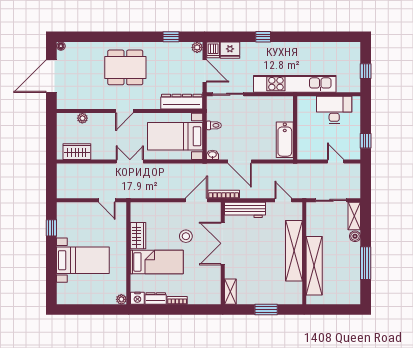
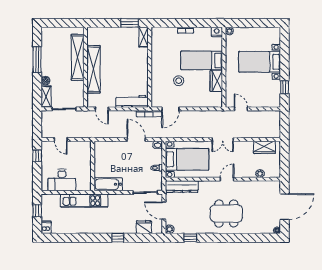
dishwasher: (213, 50) -> (46, 227), moved
kitchen unit: (295, 84) -> (84, 201), width x0.73
bathtub: (285, 140) -> (108, 184), moved, turned -90
double door: (223, 243) -> (150, 75), removed
dresser: (156, 298) -> (202, 32), removed
window: (266, 310) -> (130, 23), moved

